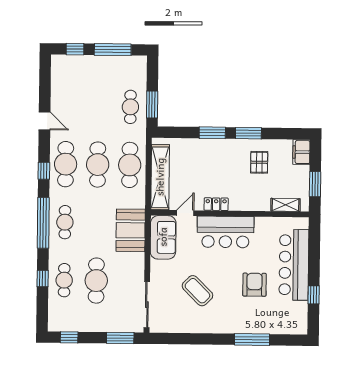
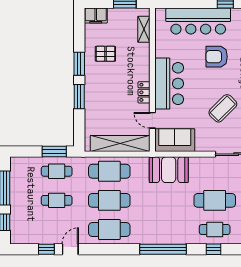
window: (44, 171) -> (46, 249), moved
cafe table: (65, 222) -> (57, 200), moved

